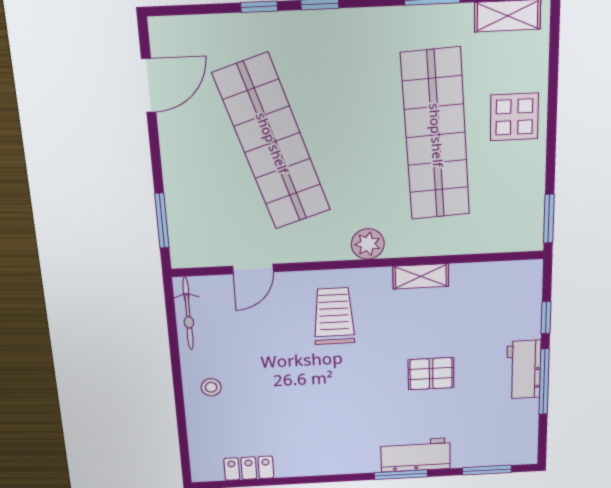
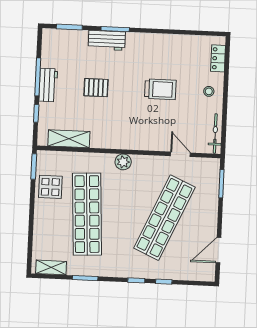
display table: (514, 117) -> (50, 187), moved
shop shelf: (272, 143) -> (164, 218), turned 42
door: (253, 269) -> (180, 154), hinge flipped
shelving: (421, 276) -> (69, 139), moved, width x1.50, depth x1.33
trolley: (334, 316) -> (160, 89), moved, turned -90
locker: (249, 468) -> (218, 58), moved, turned 90

